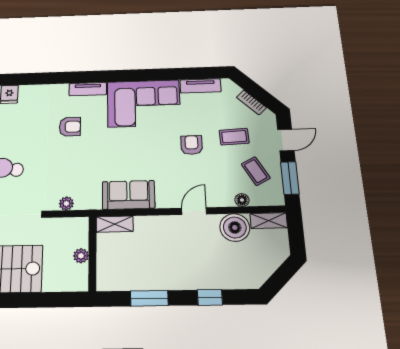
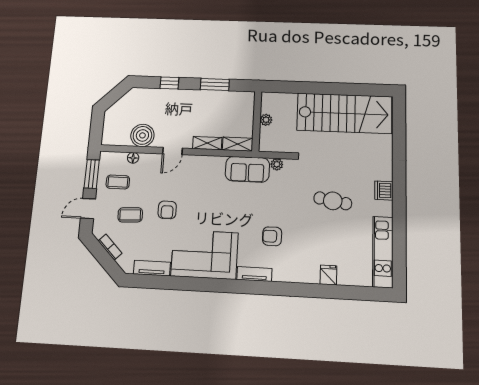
coffee table: (256, 171) -> (118, 182), turned -61
sofa: (128, 195) -> (247, 169), moved
shelving: (269, 221) -> (207, 143), moved

